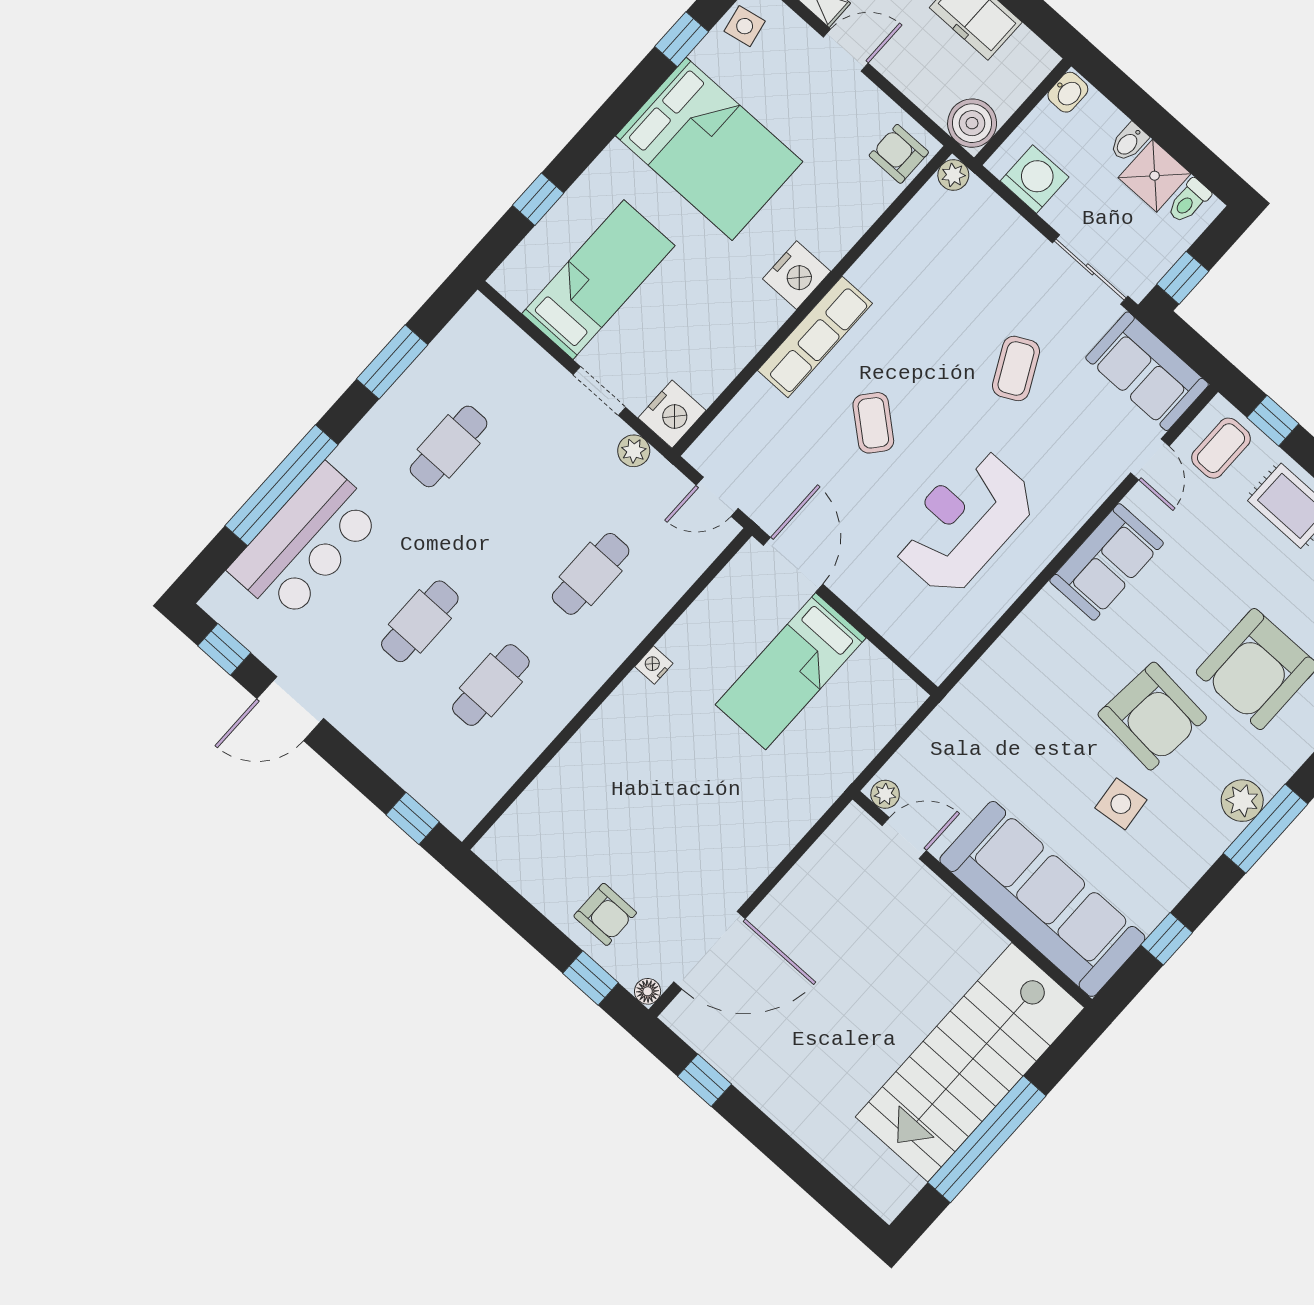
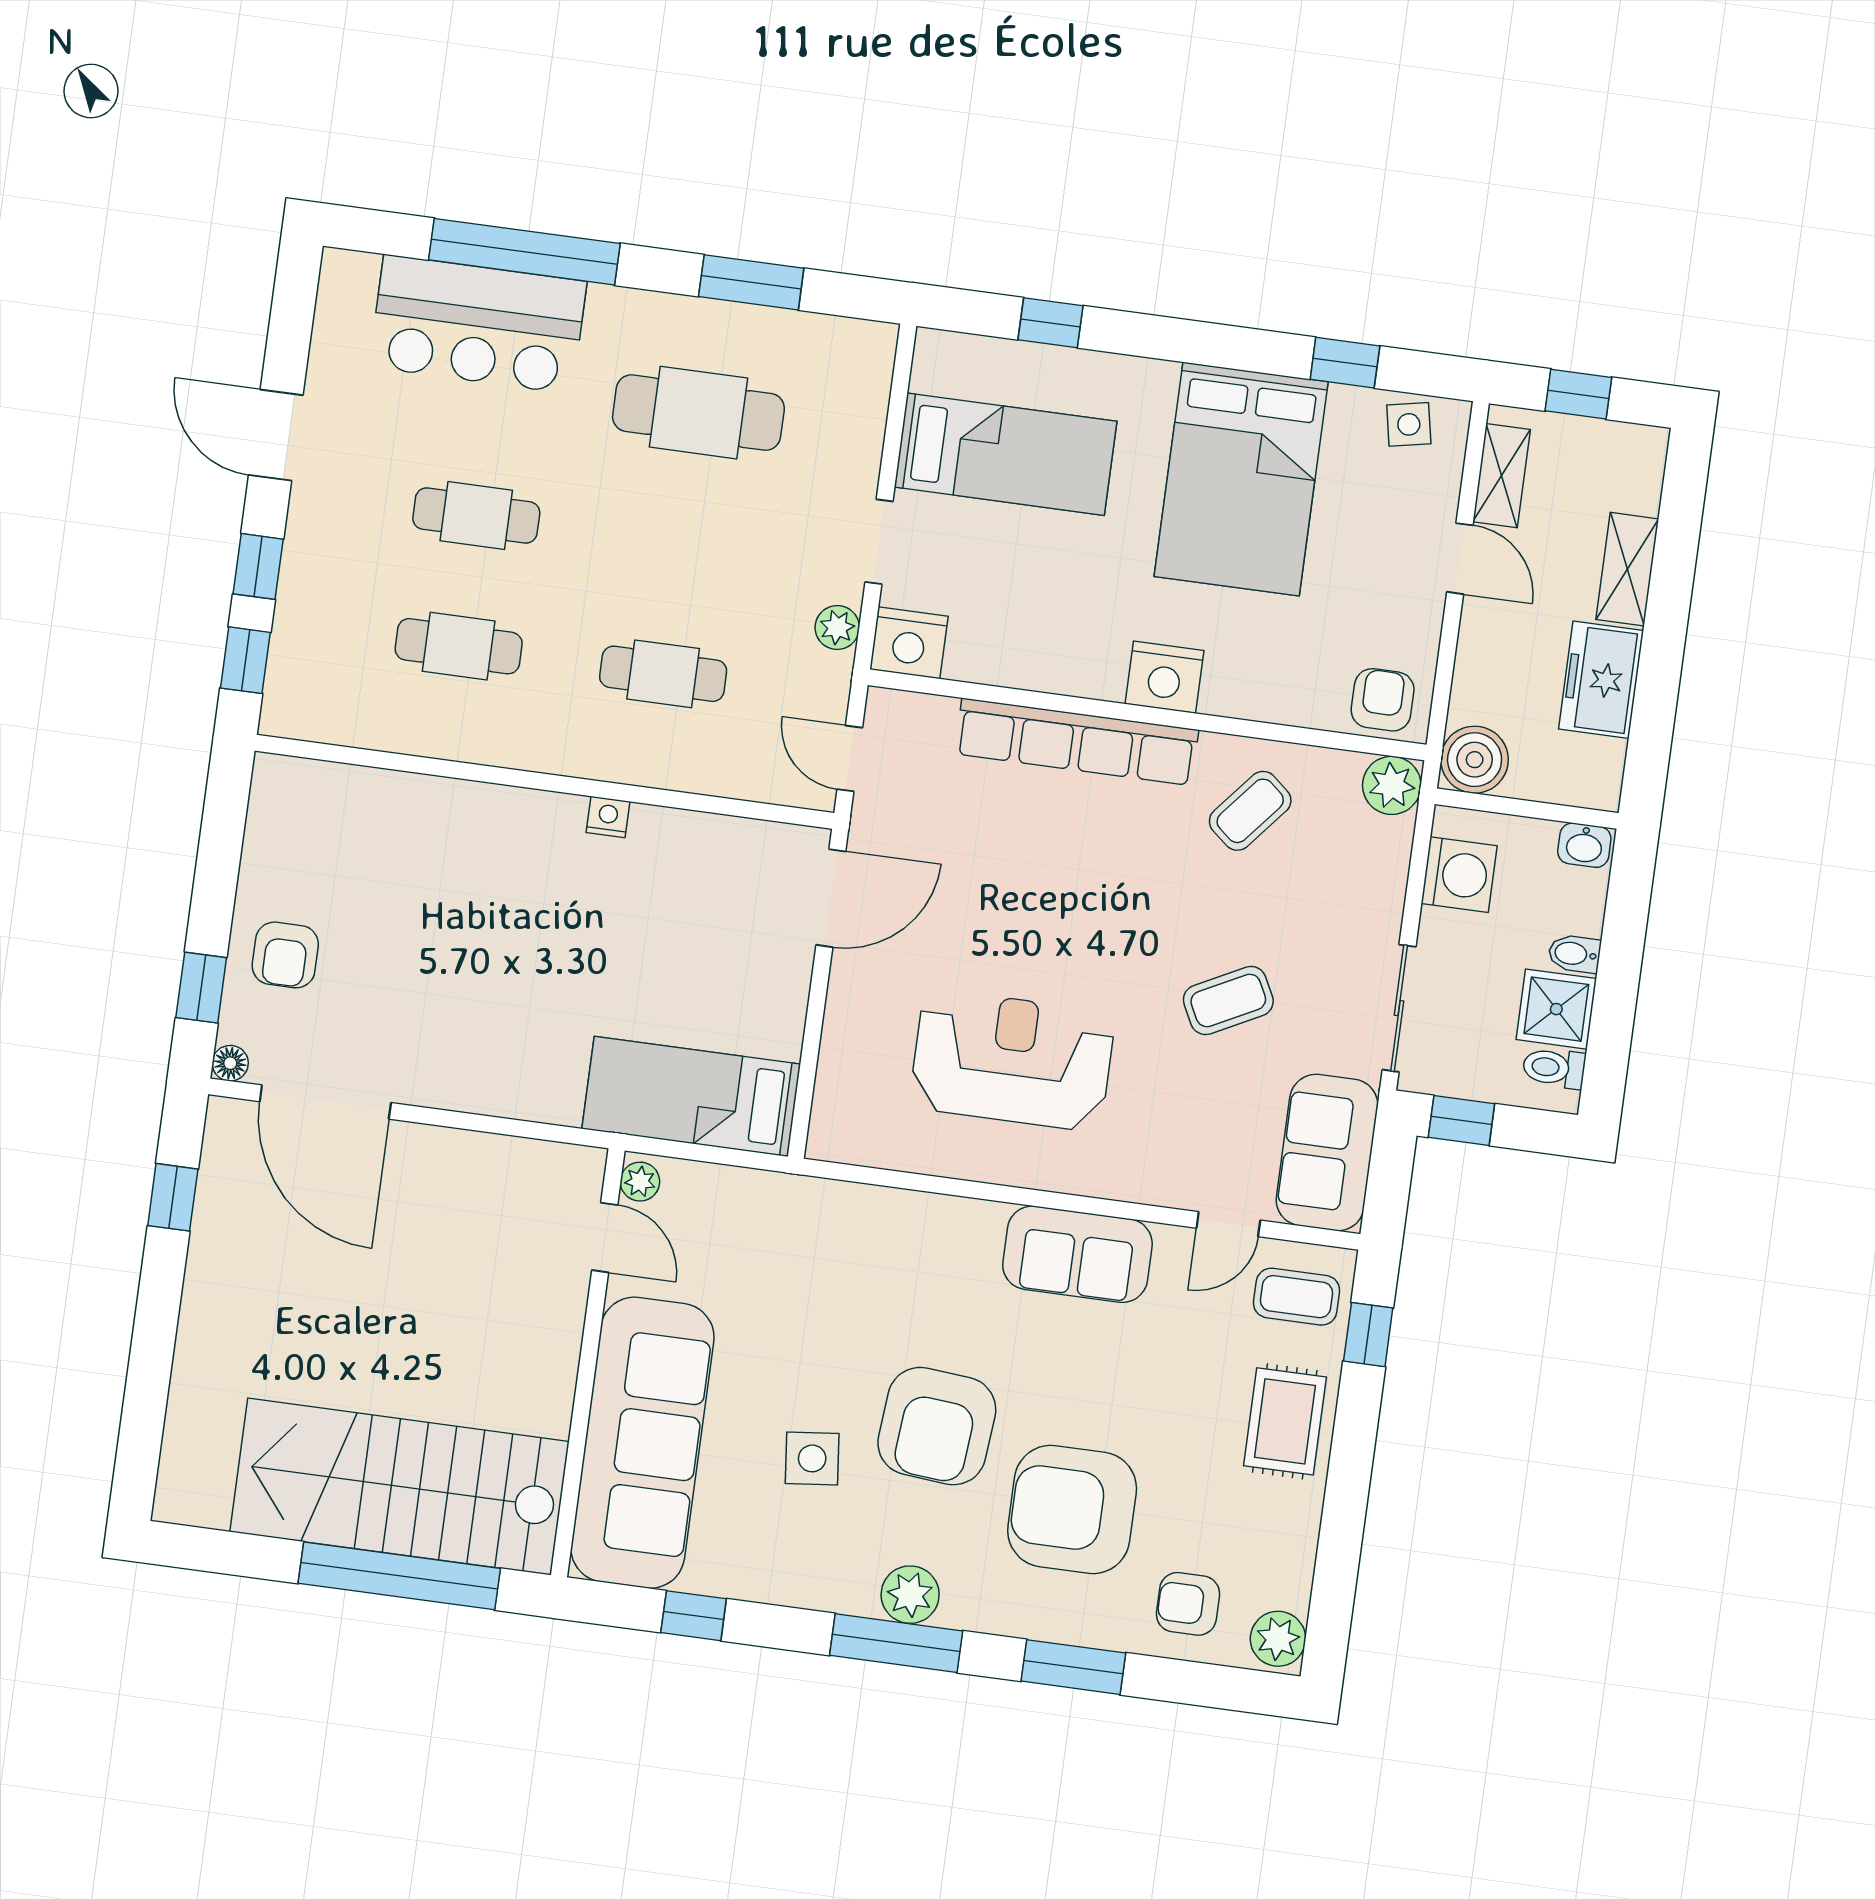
plant: (953, 175) -> (1392, 785), width x1.38, depth x1.38
row of seats: (815, 337) -> (1077, 742), width x1.36
coffee table: (873, 423) -> (1250, 811), moved
cafe table: (449, 446) -> (698, 413), width x1.37, depth x1.35
window: (224, 649) -> (258, 566), moved
bed: (791, 671) -> (691, 1096), moved
window: (987, 1139) -> (399, 1576), moved

